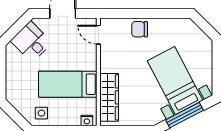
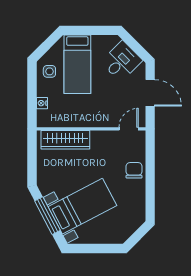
bed: (68, 84) -> (77, 64), moved, turned 180
nightstand: (87, 121) -> (42, 103), moved

